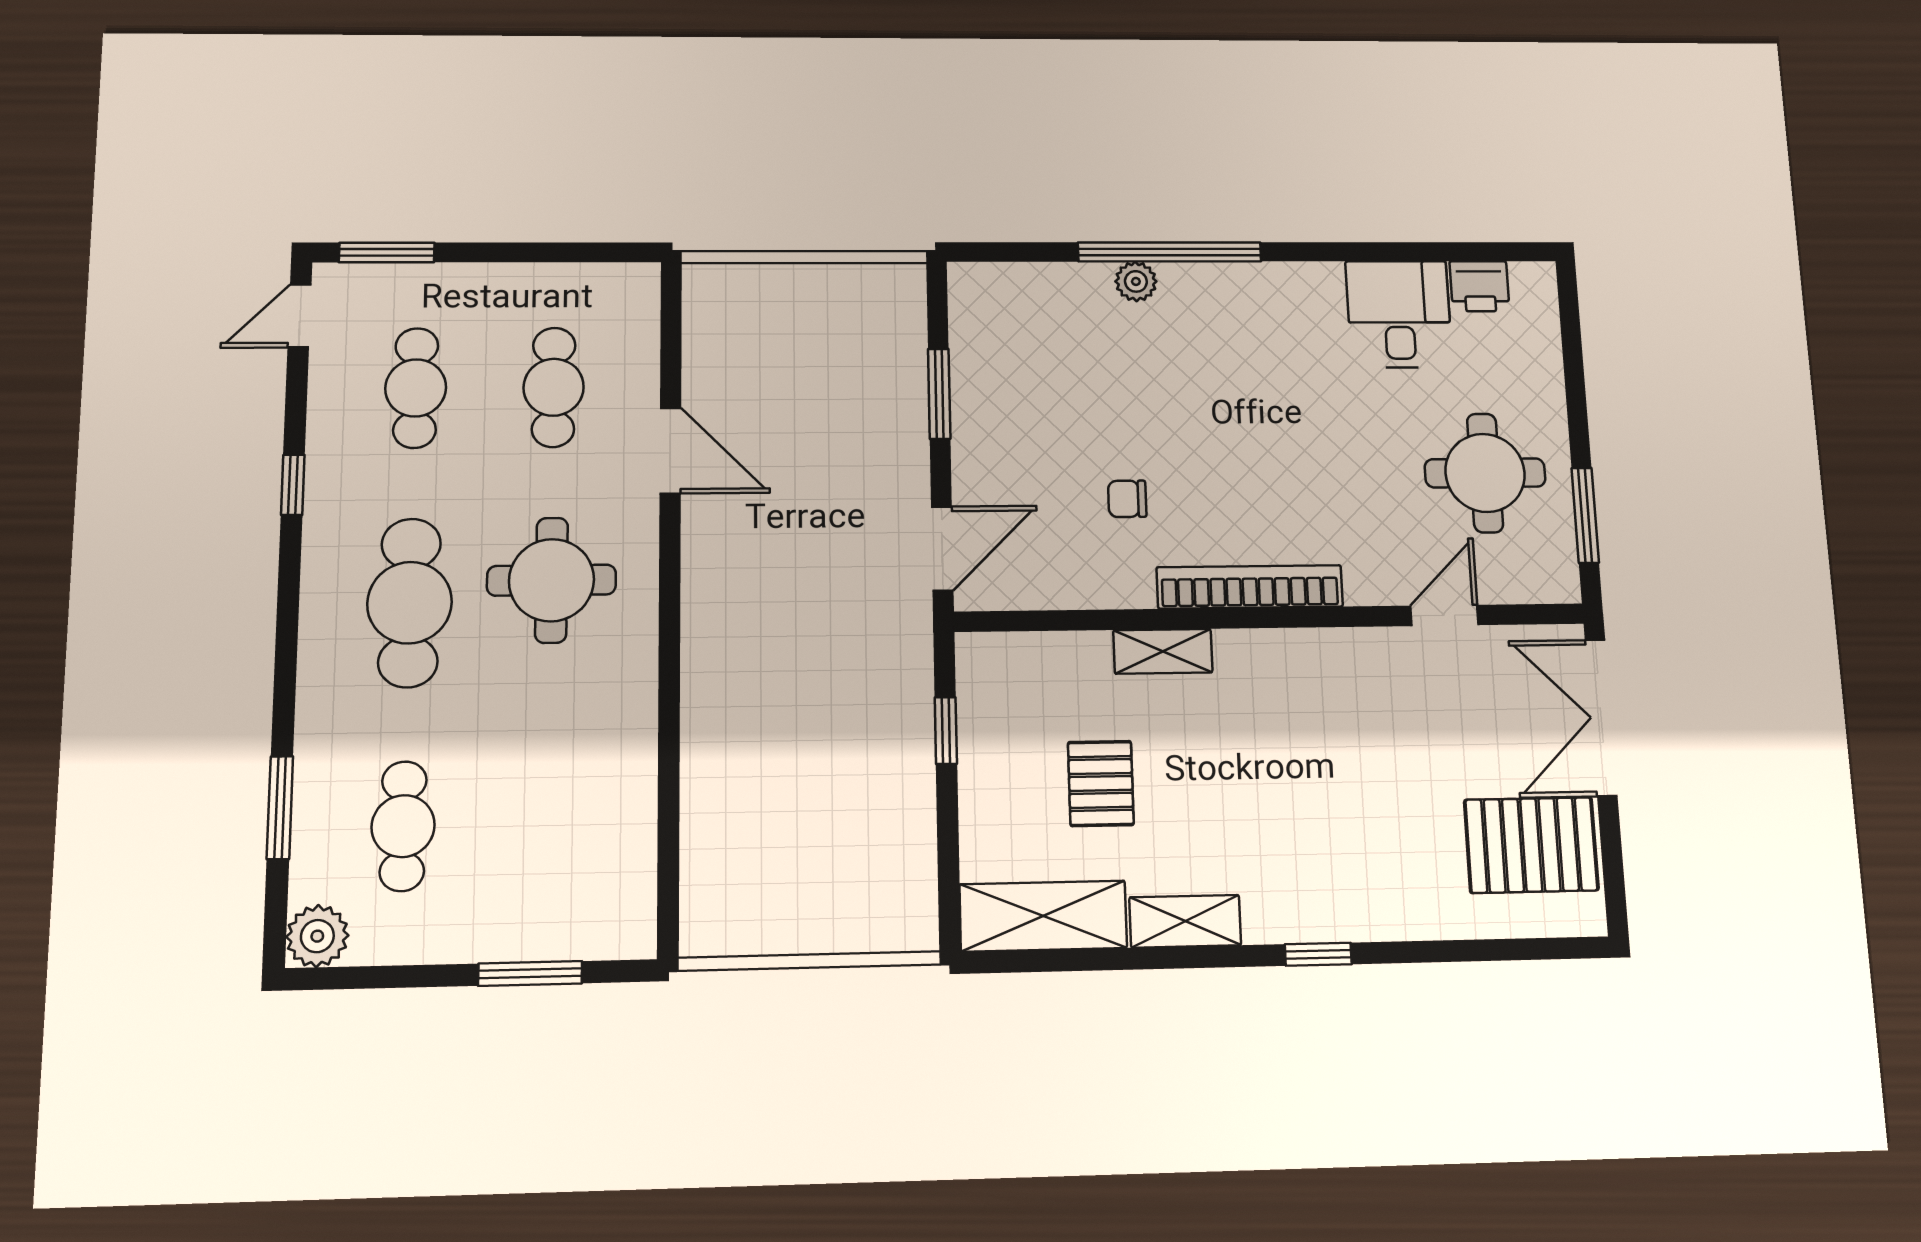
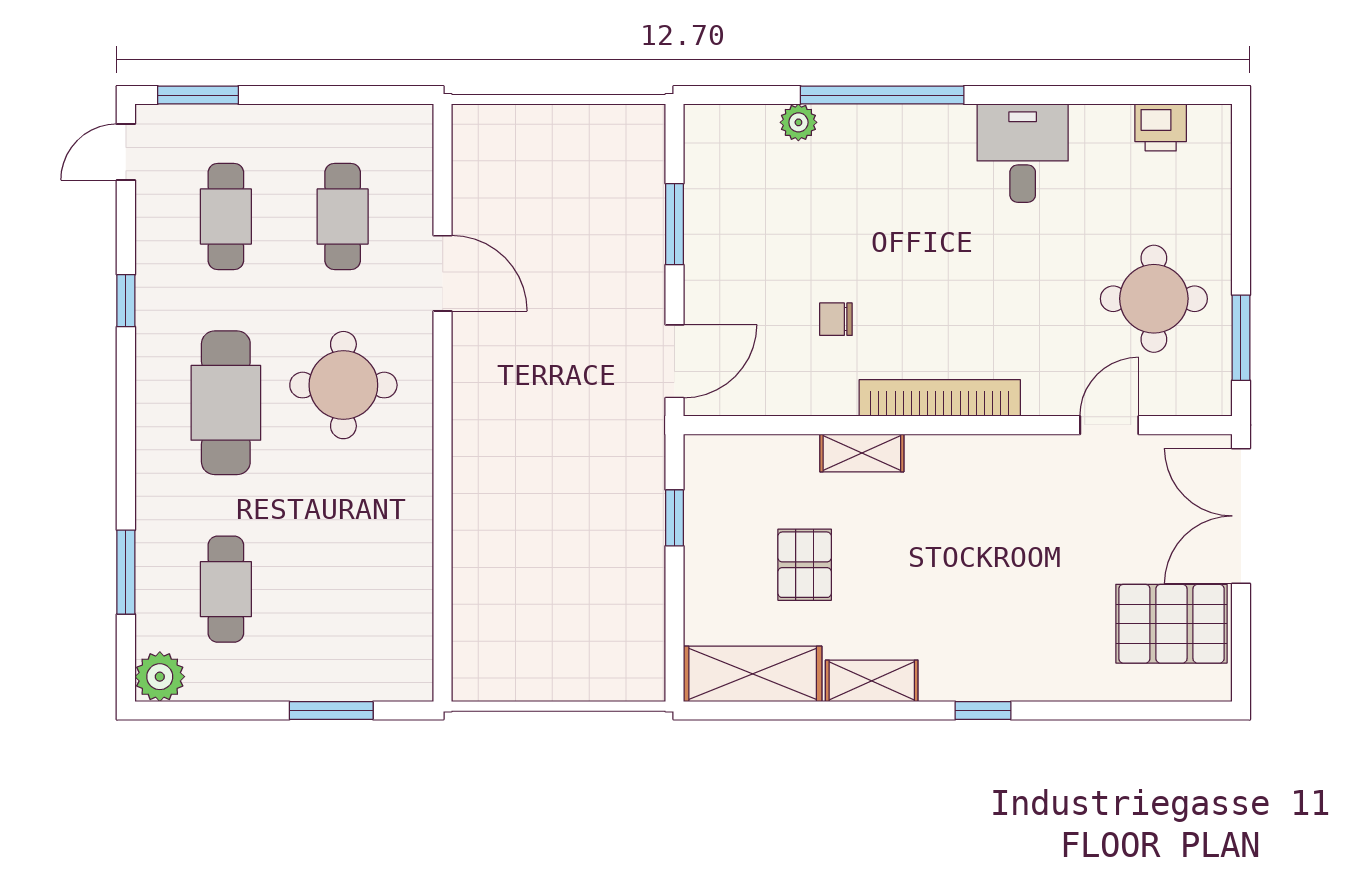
plant: (1136, 281) -> (798, 122), moved
desk: (1399, 314) -> (1023, 153), moved

